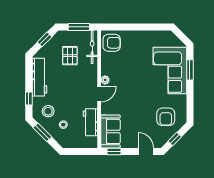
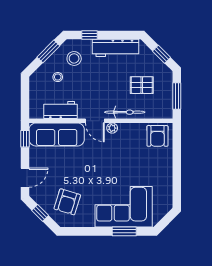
bicycle: (92, 47) -> (125, 112), moved
armchair: (166, 117) -> (67, 202), turned -73
sofa: (110, 131) -> (57, 134), width x1.36

